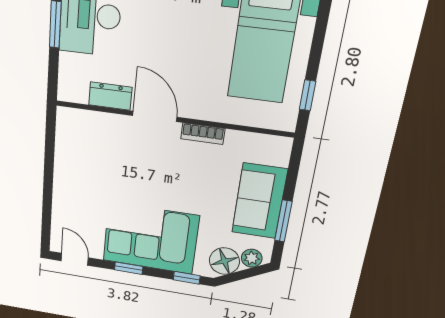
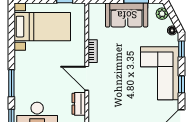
door: (155, 116) -> (87, 78), hinge flipped
floor lamp: (224, 261) -> (172, 30), width x0.53, depth x0.53

